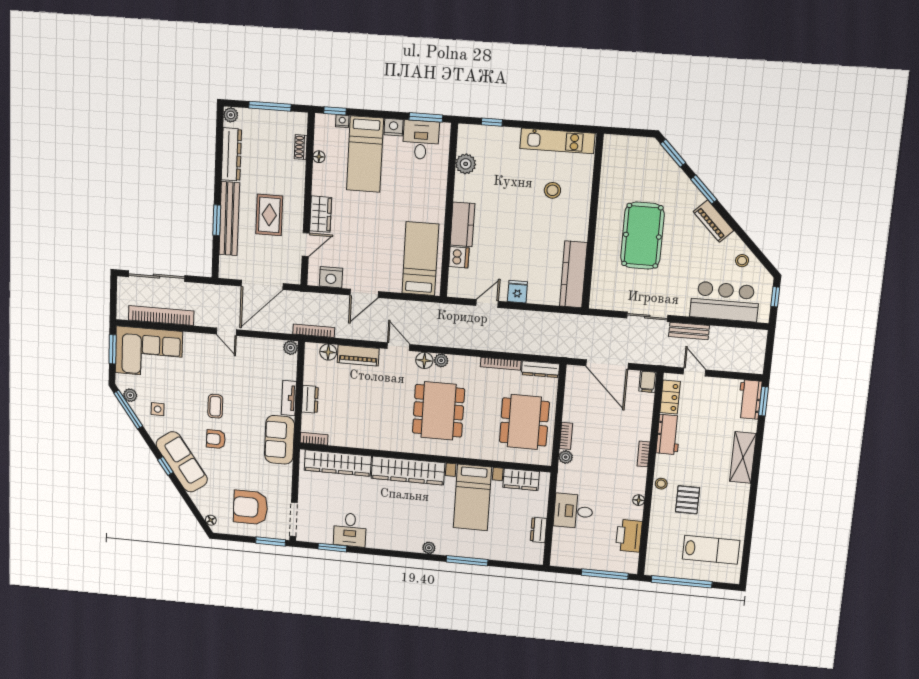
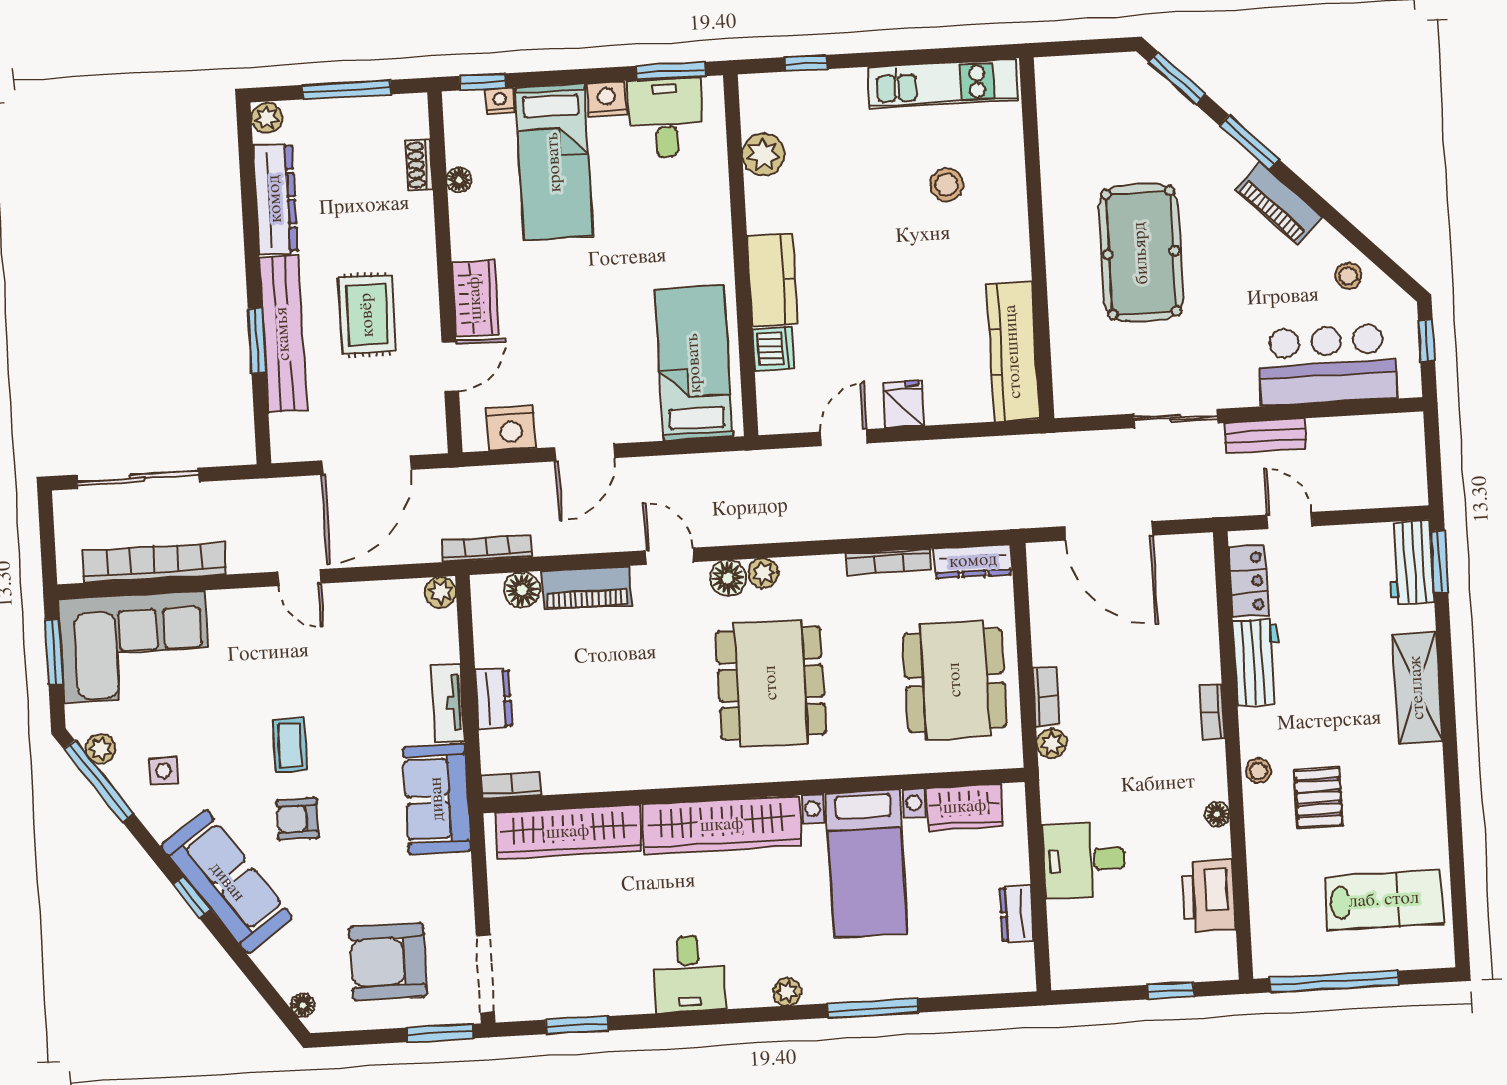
filing cabinet: (648, 382) -> (1198, 555), removed
desk: (350, 530) -> (689, 974), moved
window: (605, 574) -> (1171, 991), width x0.46

